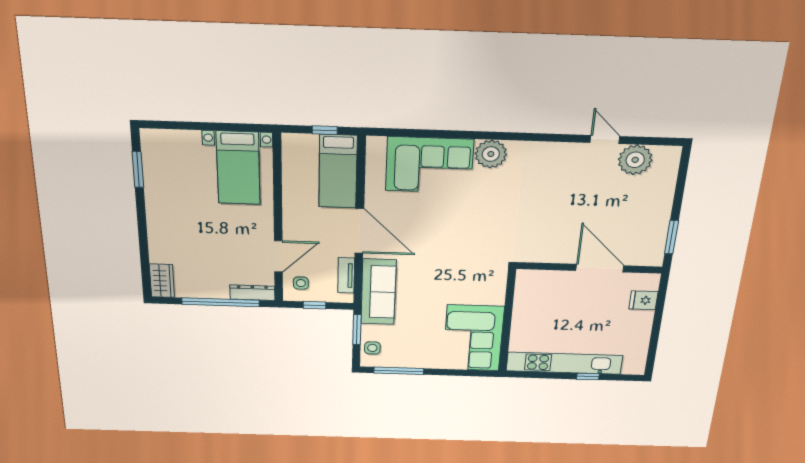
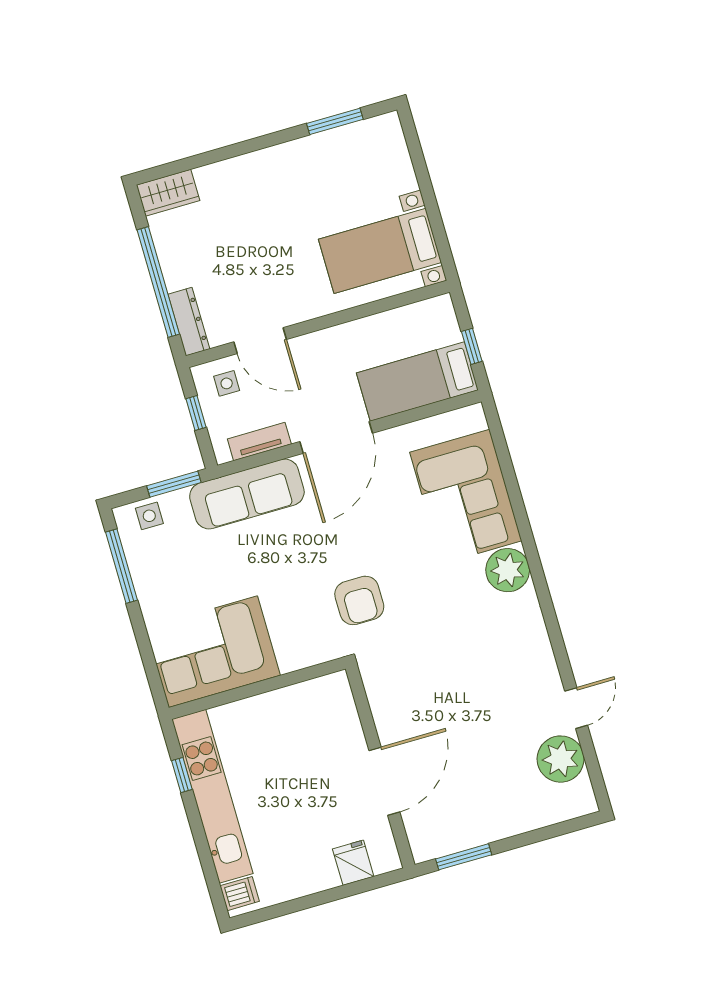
armchair: (474, 249) -> (359, 600), added
dishwasher: (632, 366) -> (240, 894), added
window: (588, 376) -> (182, 775), moved

